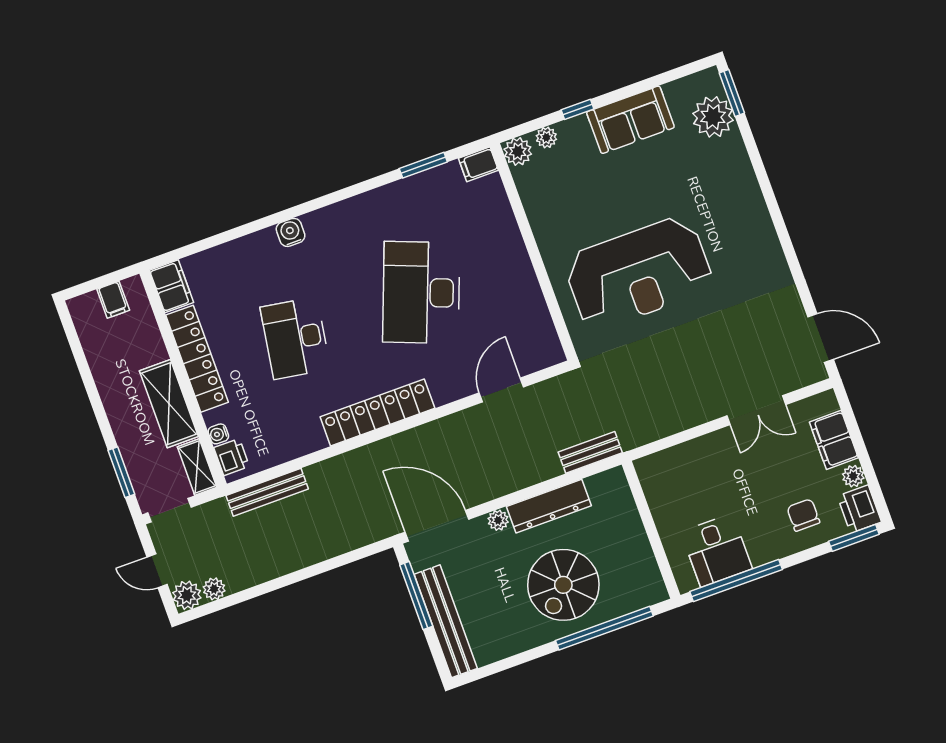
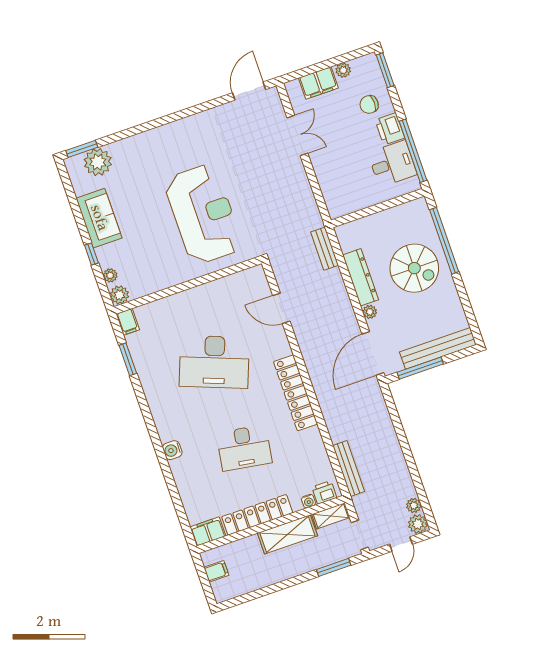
printer: (859, 509) -> (390, 129), moved, turned 90

